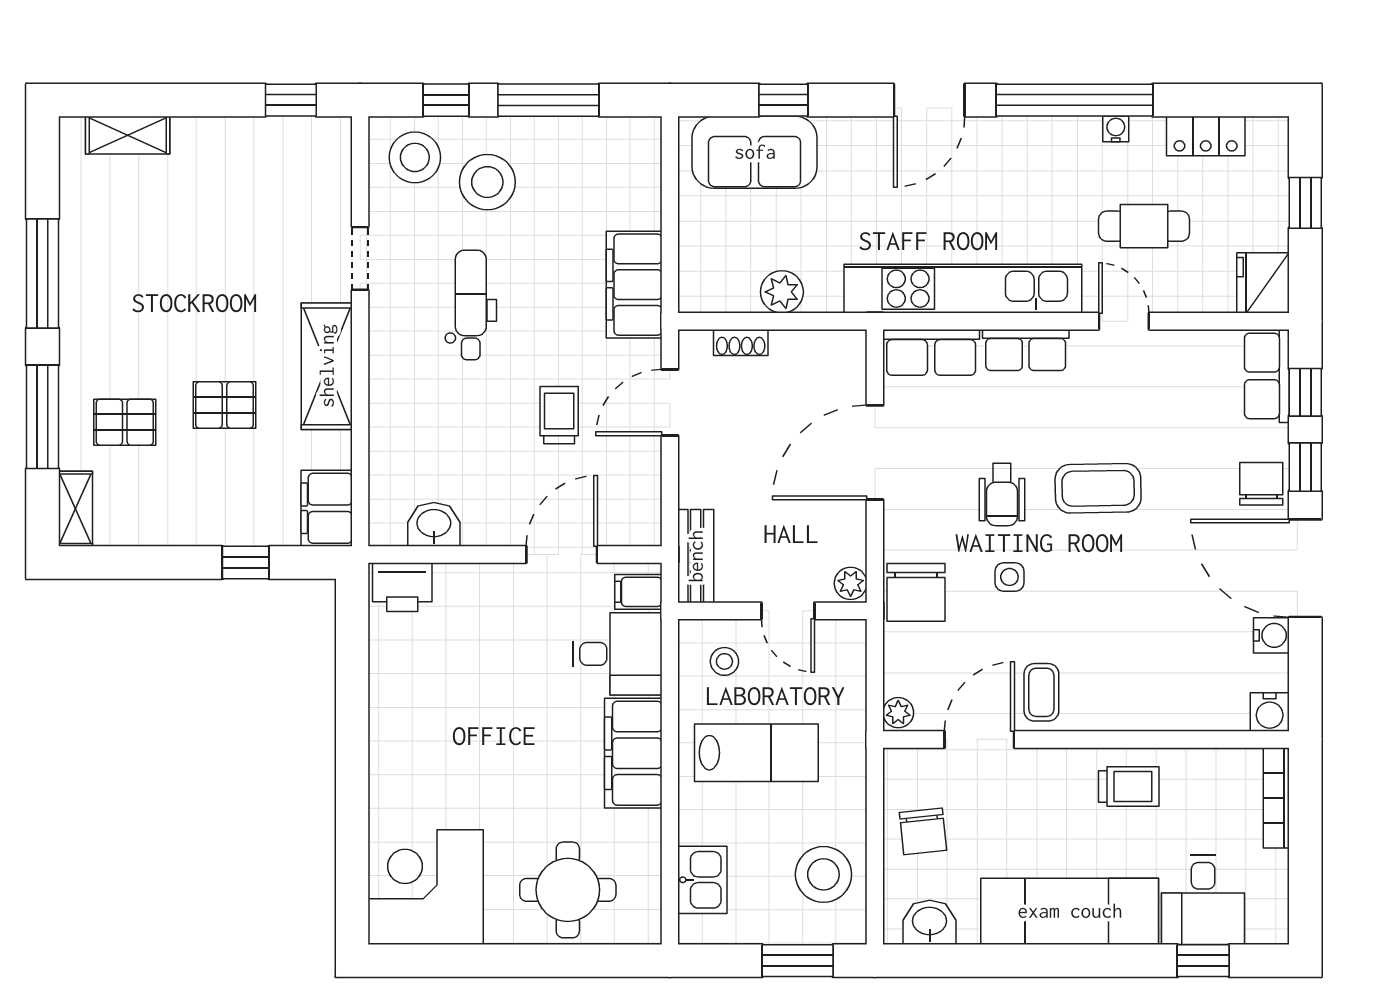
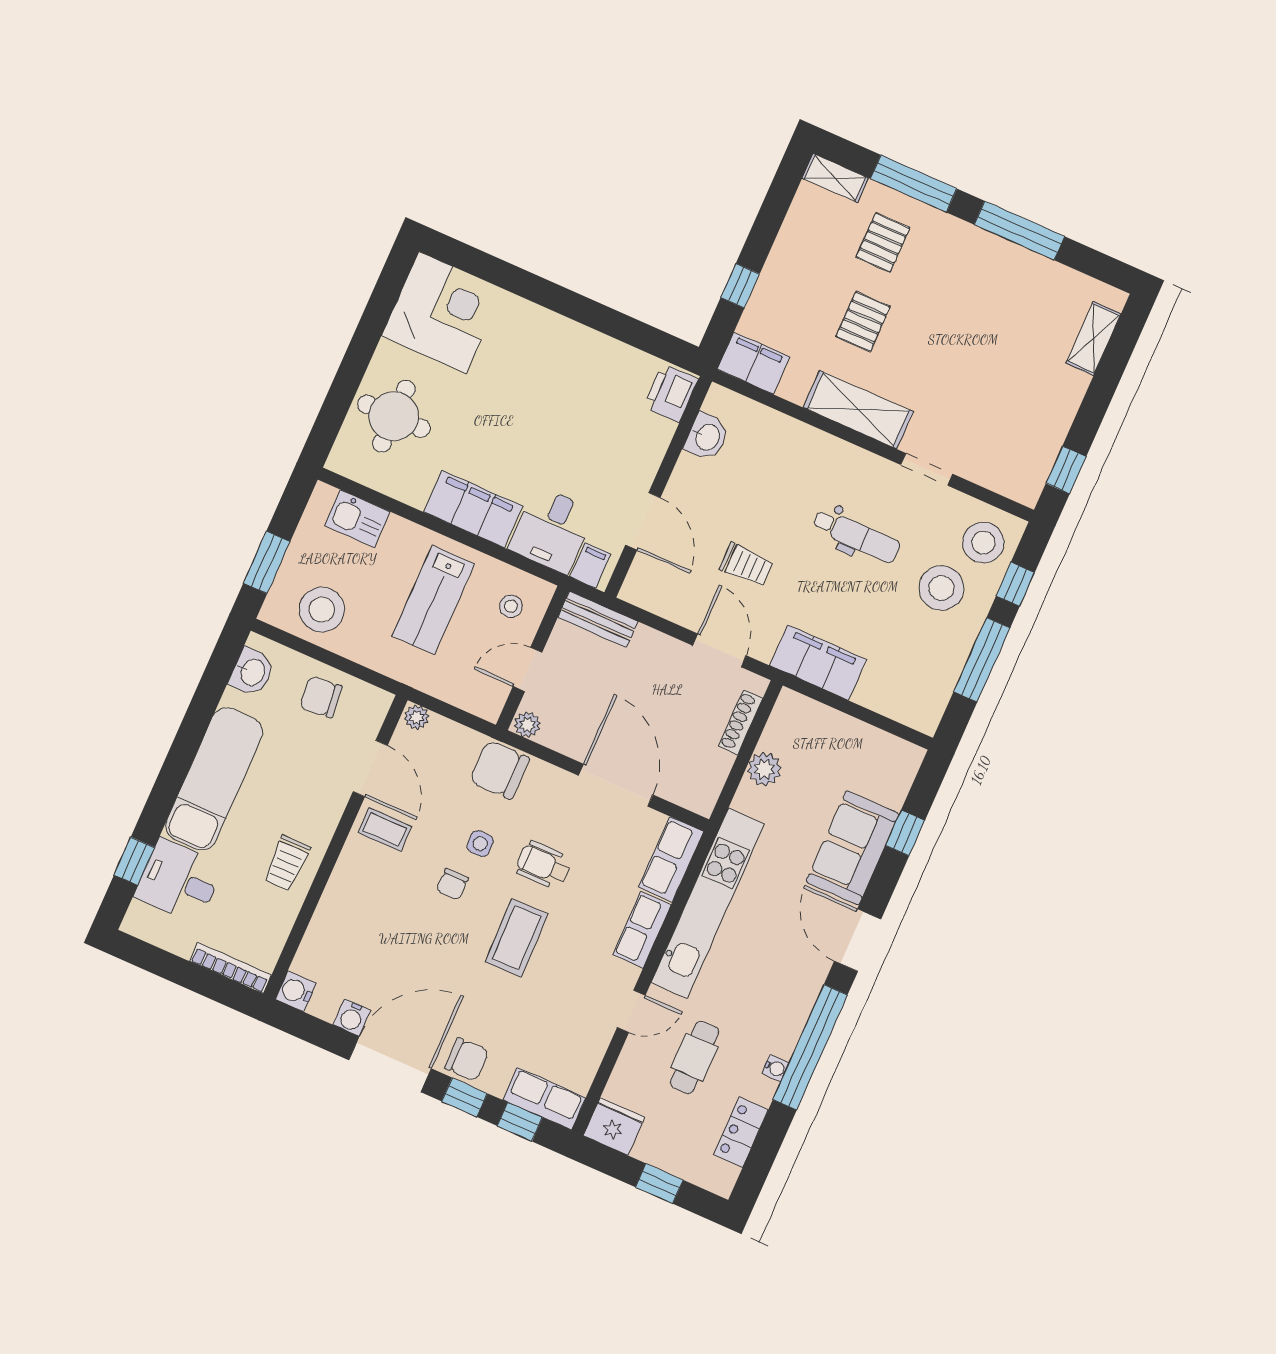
sofa: (755, 152) -> (853, 848), moved
shoe rack: (741, 342) -> (741, 722), width x1.43
chair: (1069, 588) -> (452, 884), added

